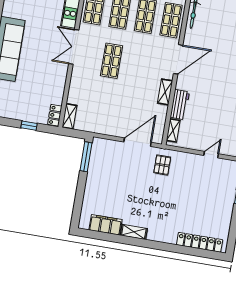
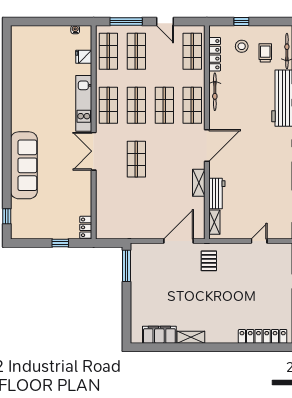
shelving: (69, 116) -> (102, 226), removed

